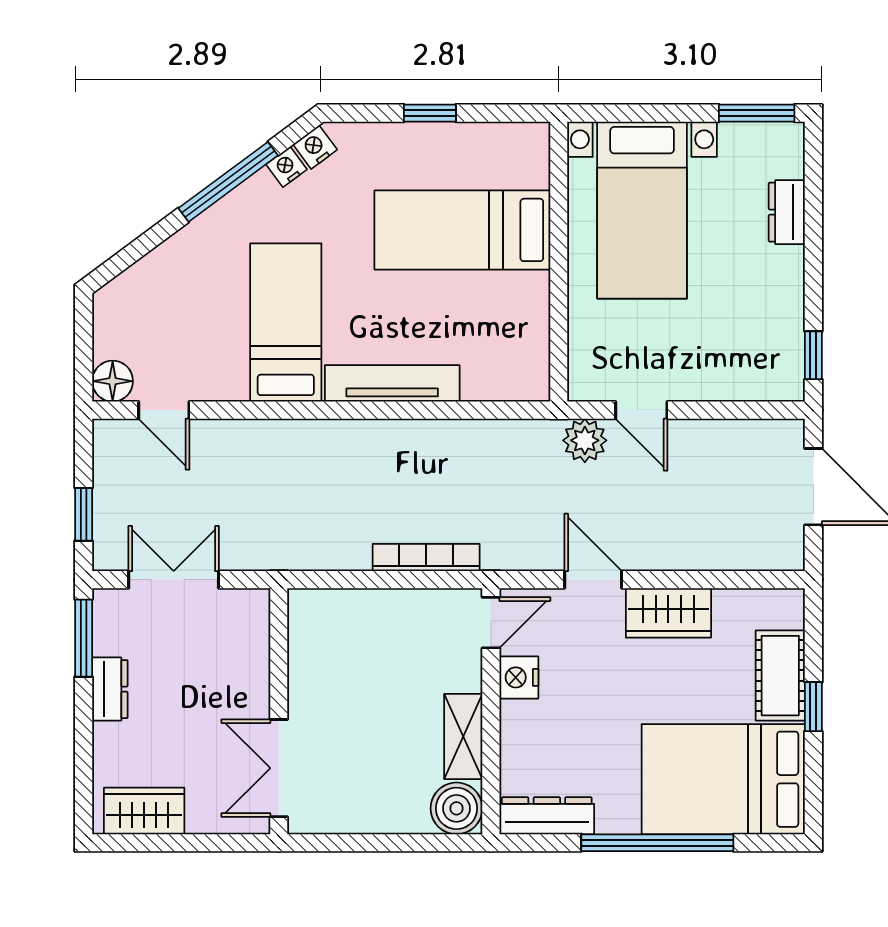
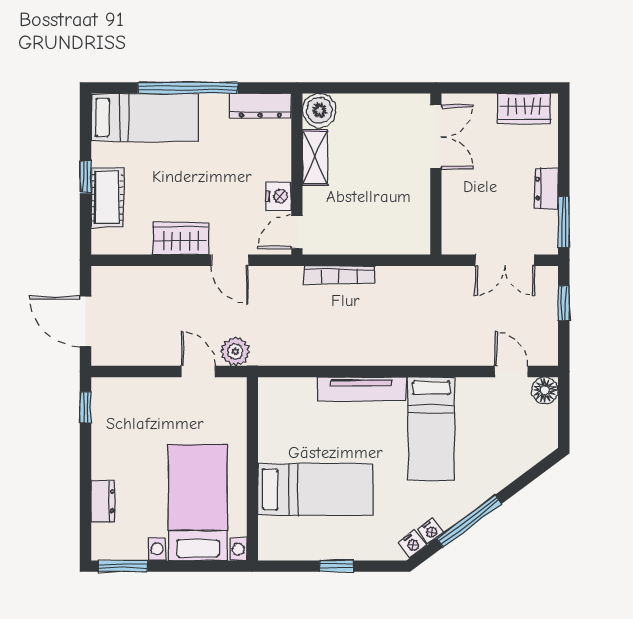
bed: (723, 779) -> (145, 117), width x0.67

